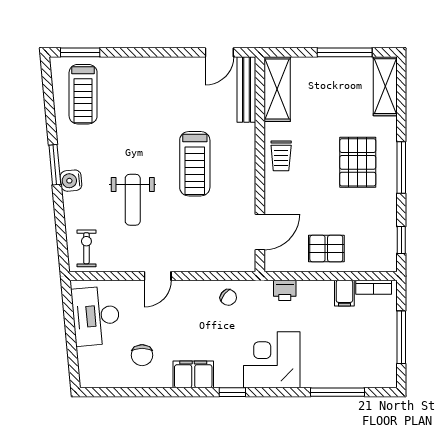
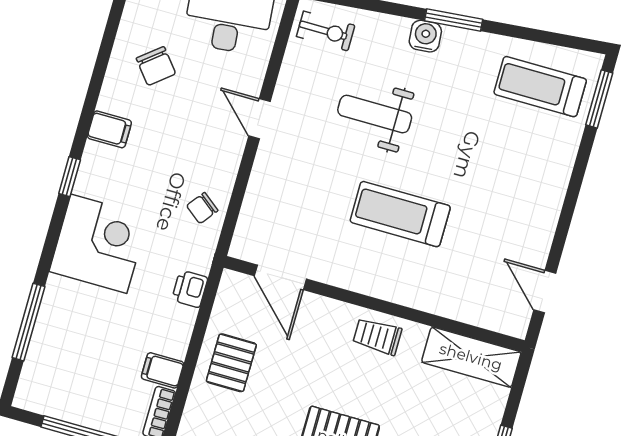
bench: (246, 89) -> (483, 315), removed
chair: (142, 355) -> (156, 66), turned -129
filing cabinet: (193, 374) -> (109, 129), width x0.50

